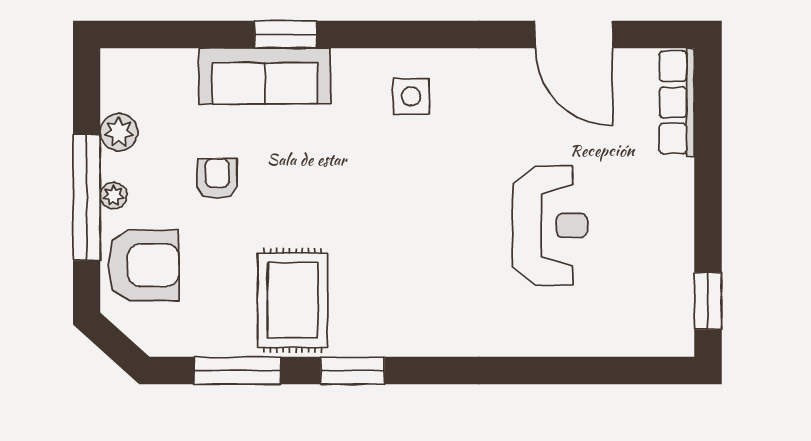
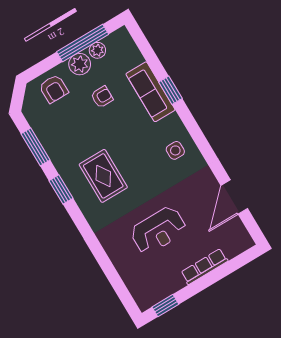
row of seats: (677, 102) -> (204, 267), moved
plant: (114, 196) -> (80, 64), width x1.88, depth x1.88
window: (87, 197) -> (83, 43), moved
armchair: (143, 265) -> (54, 89), width x0.73, depth x0.73
rug: (293, 300) -> (103, 176), moved, turned 90

